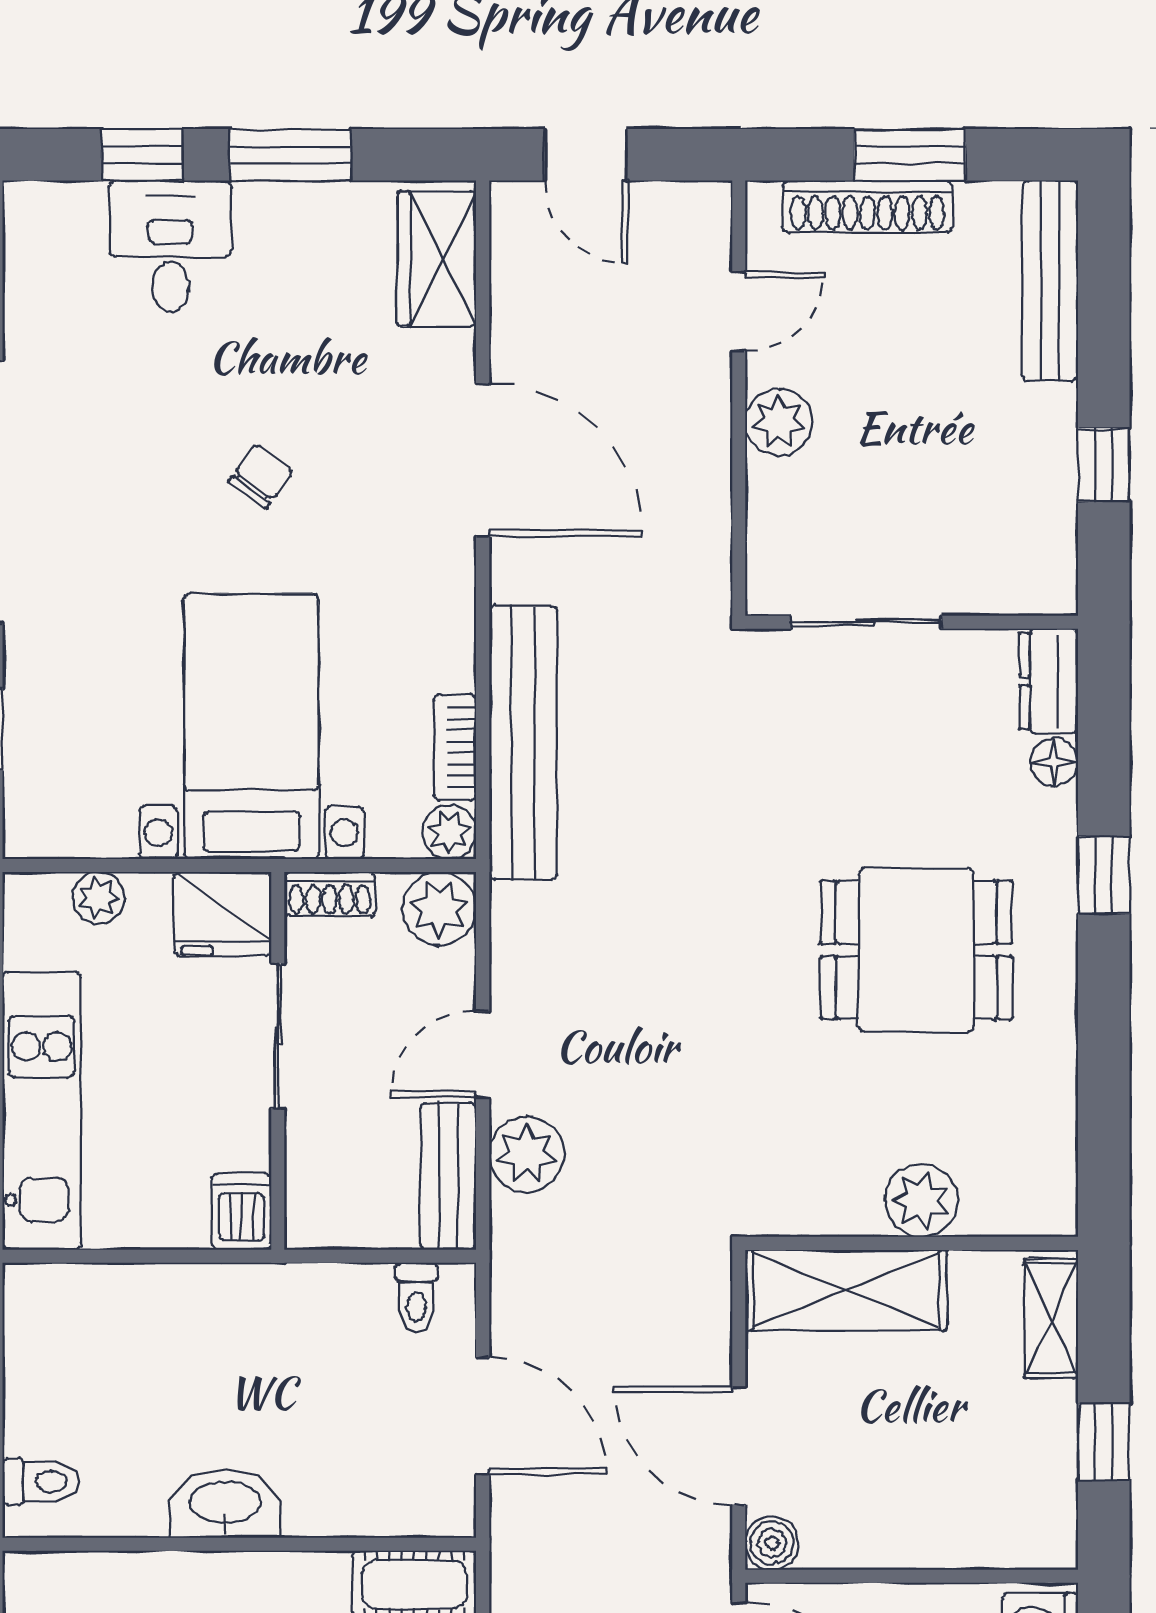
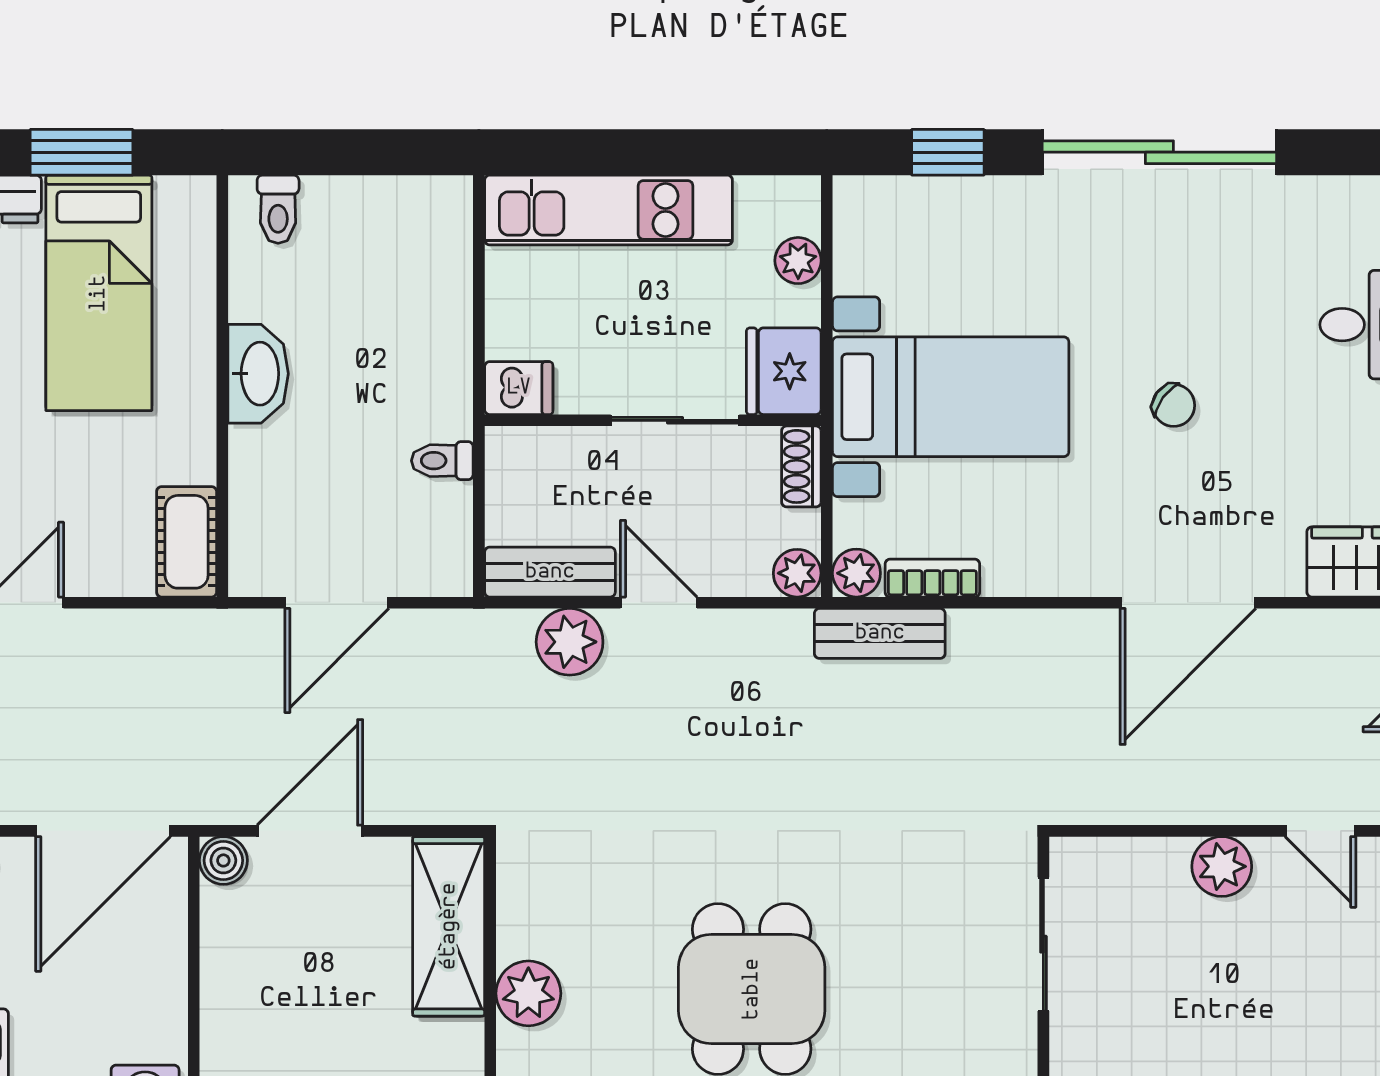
bench: (523, 743) -> (880, 633), width x0.54, depth x0.82
plant: (439, 909) -> (797, 573), width x0.73, depth x0.73
toilet: (416, 1297) -> (442, 461), moved

